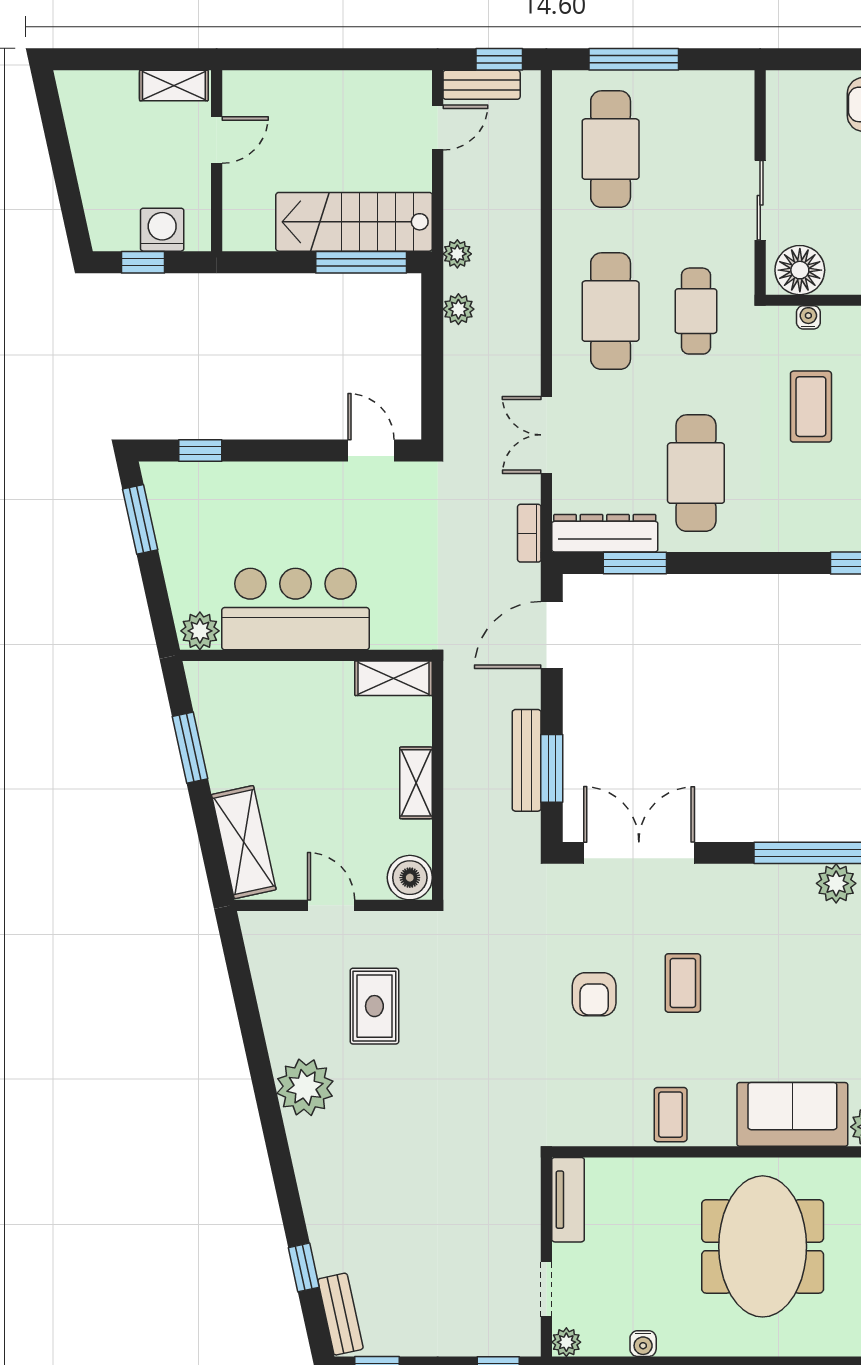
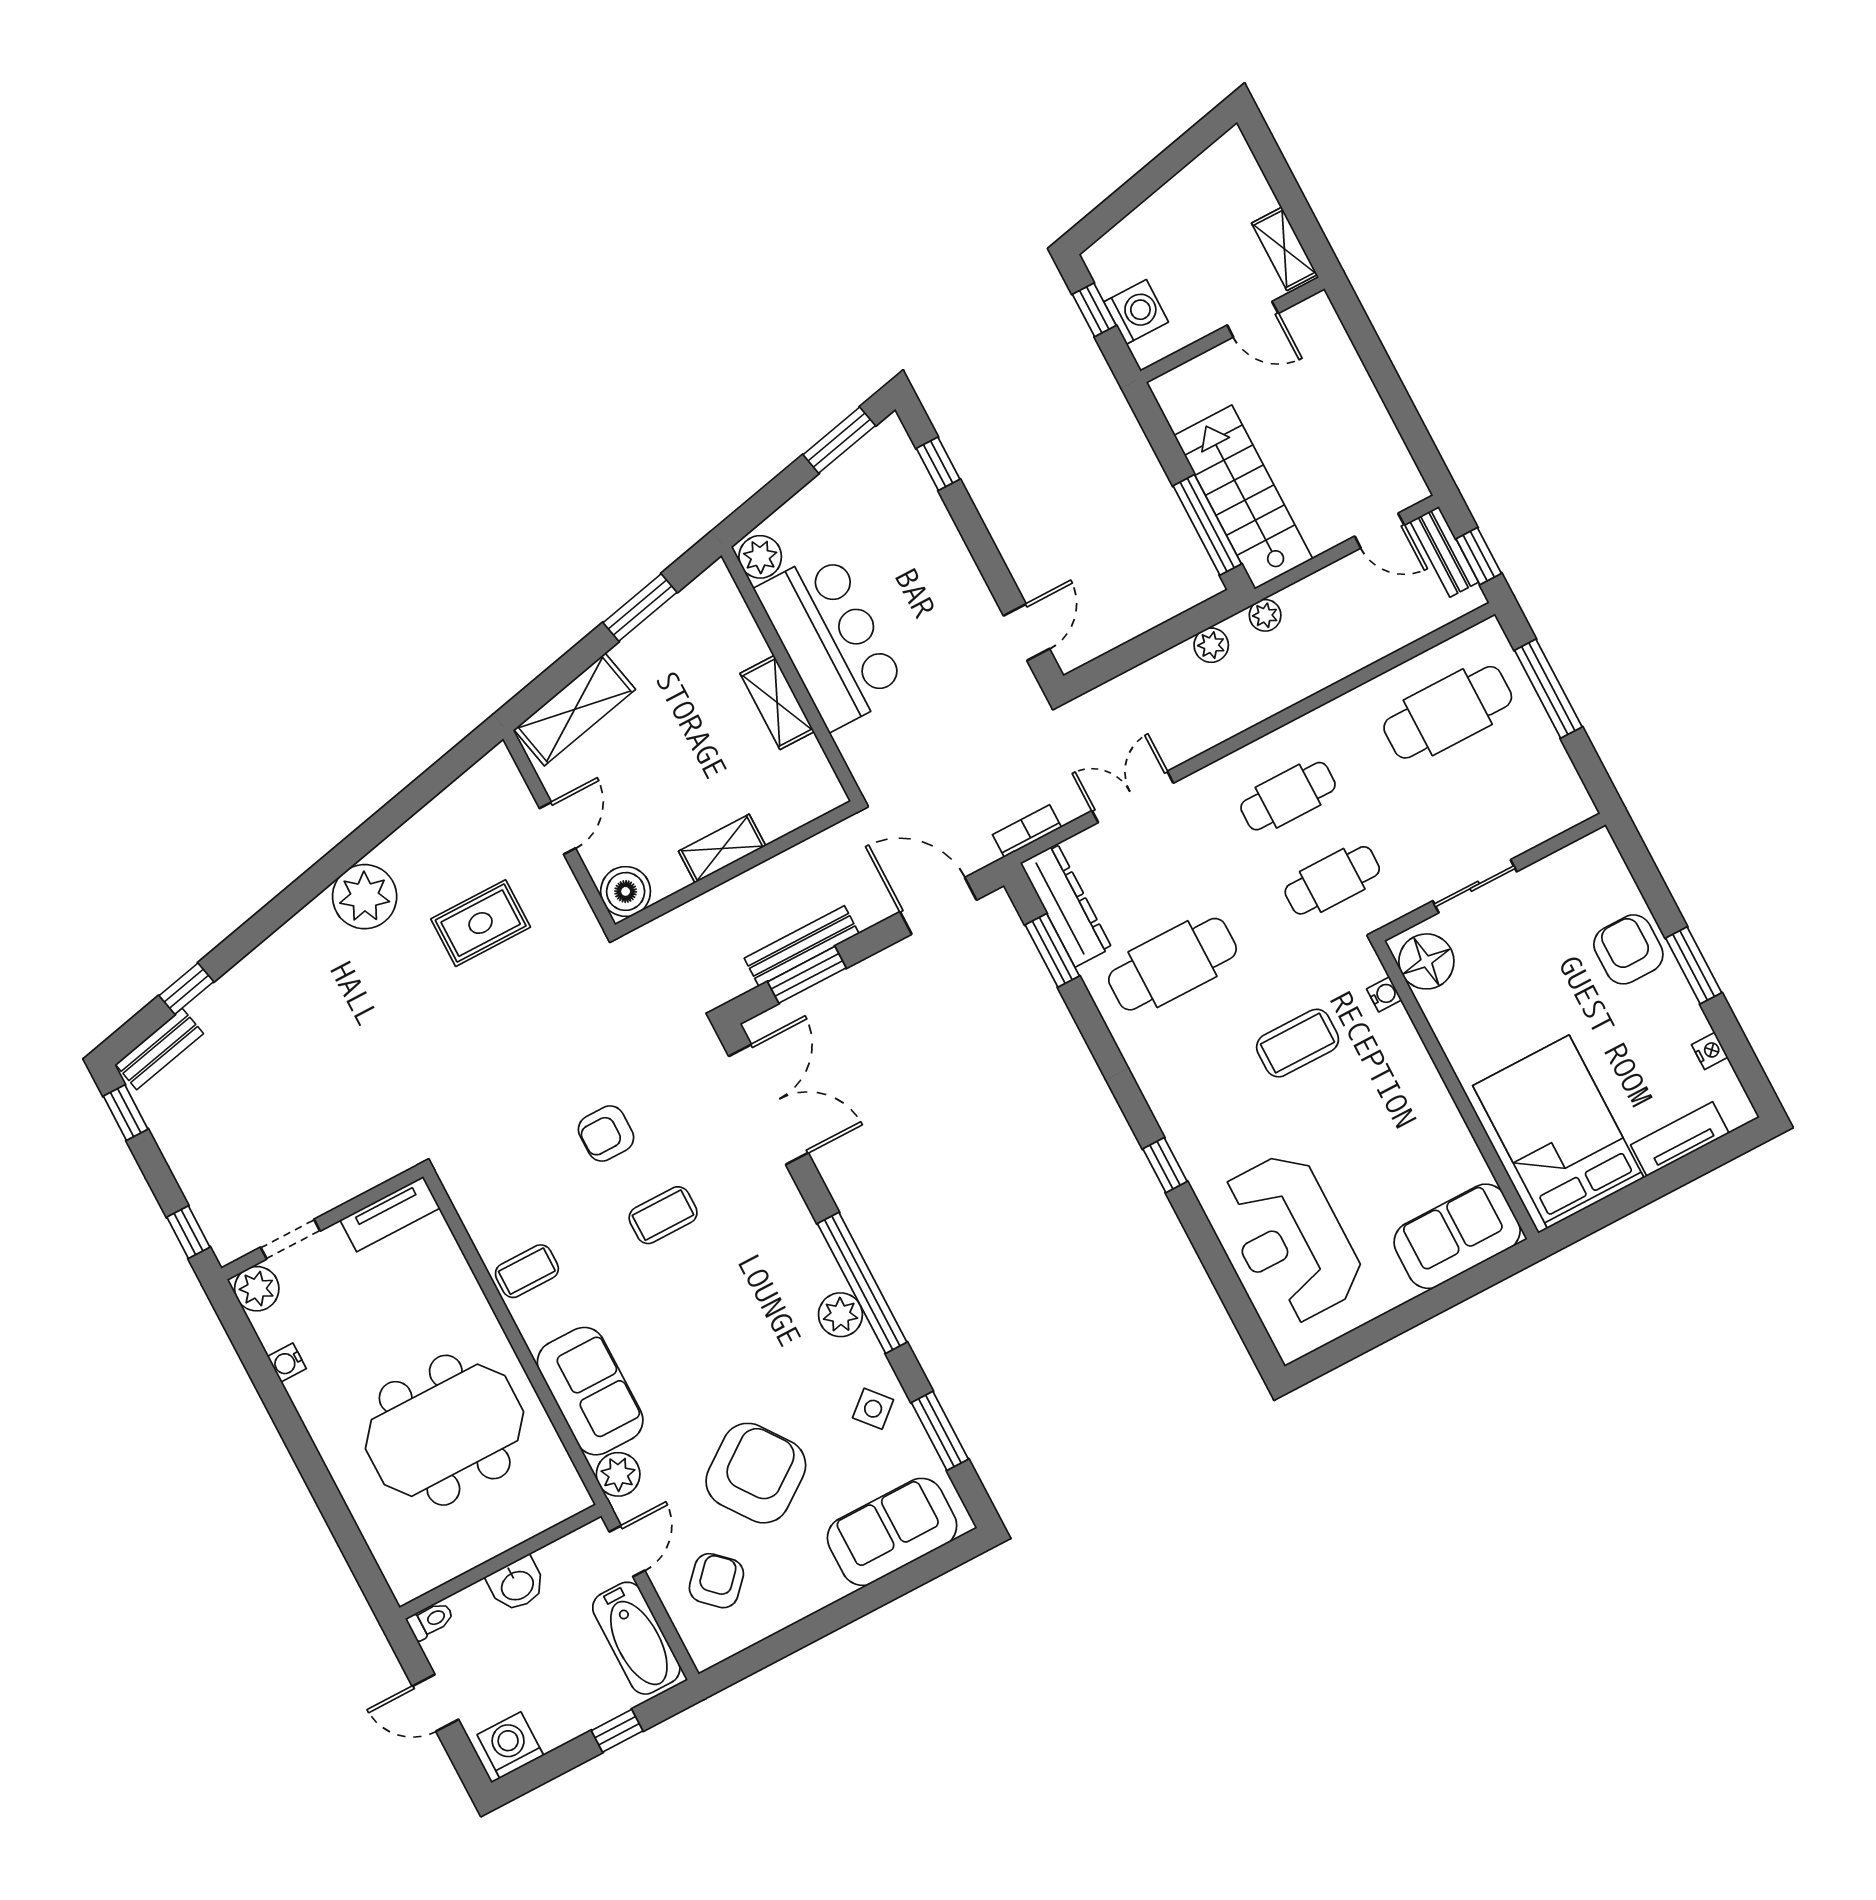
cafe table: (611, 311) -> (1288, 796), width x0.73, depth x0.74
shelving: (394, 678) -> (777, 702), moved
plant: (566, 1342) -> (257, 1289), width x1.38, depth x1.38

